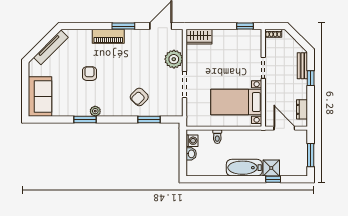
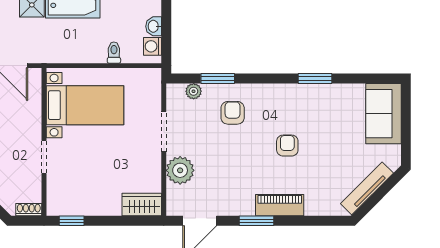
armchair: (89, 74) -> (287, 146), moved, turned 180
armchair: (139, 97) -> (233, 113), turned -44
plant: (95, 111) -> (194, 91), moved

